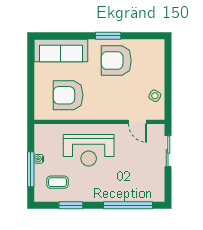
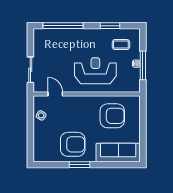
window: (31, 169) -> (143, 65), moved

